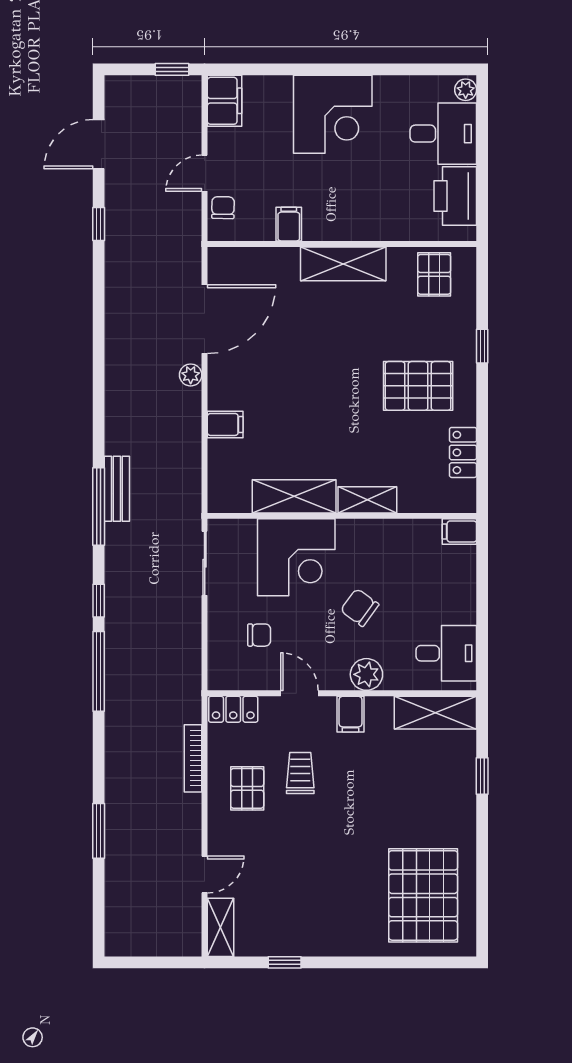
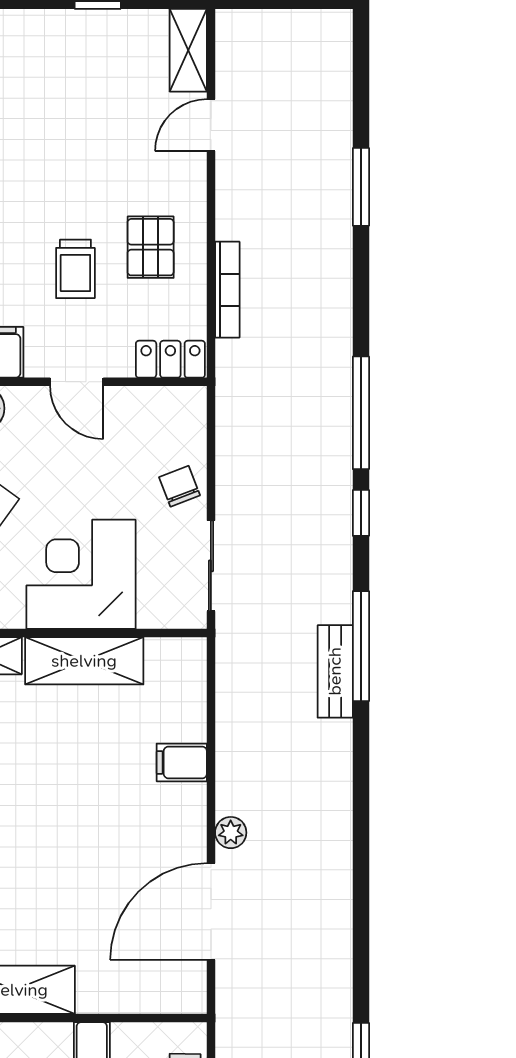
chair: (259, 635) -> (180, 486), moved, turned 69

